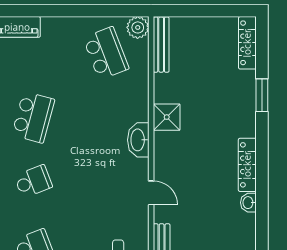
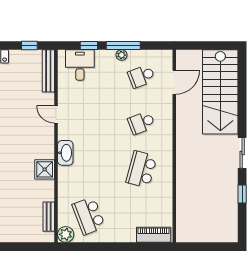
bench: (161, 45) -> (49, 217), width x0.73

